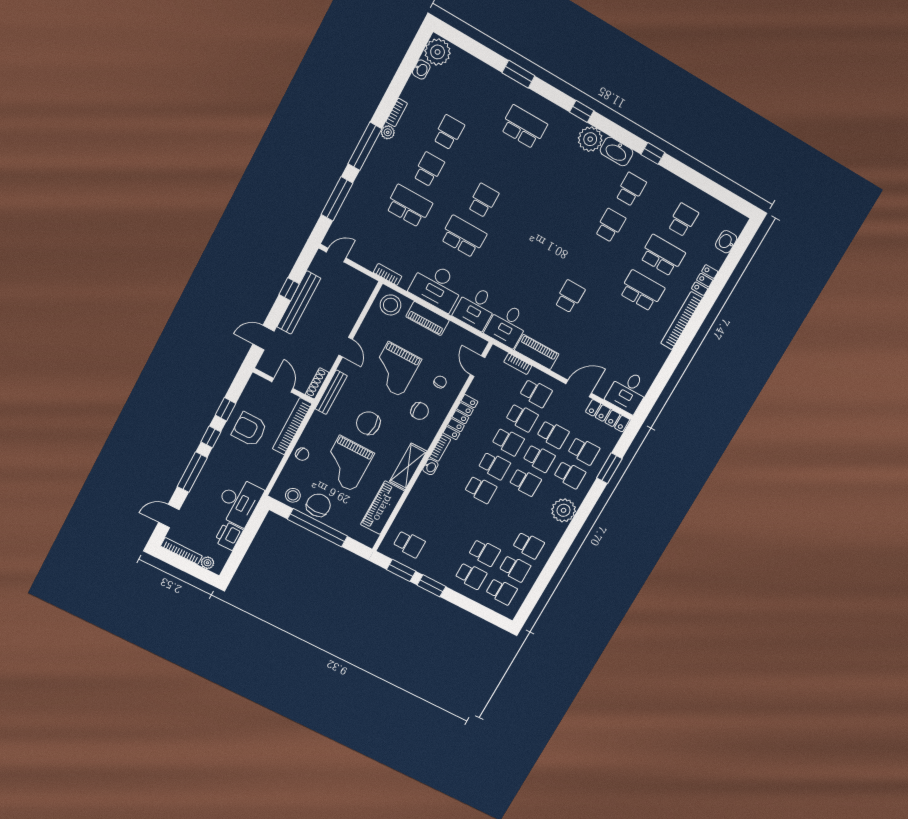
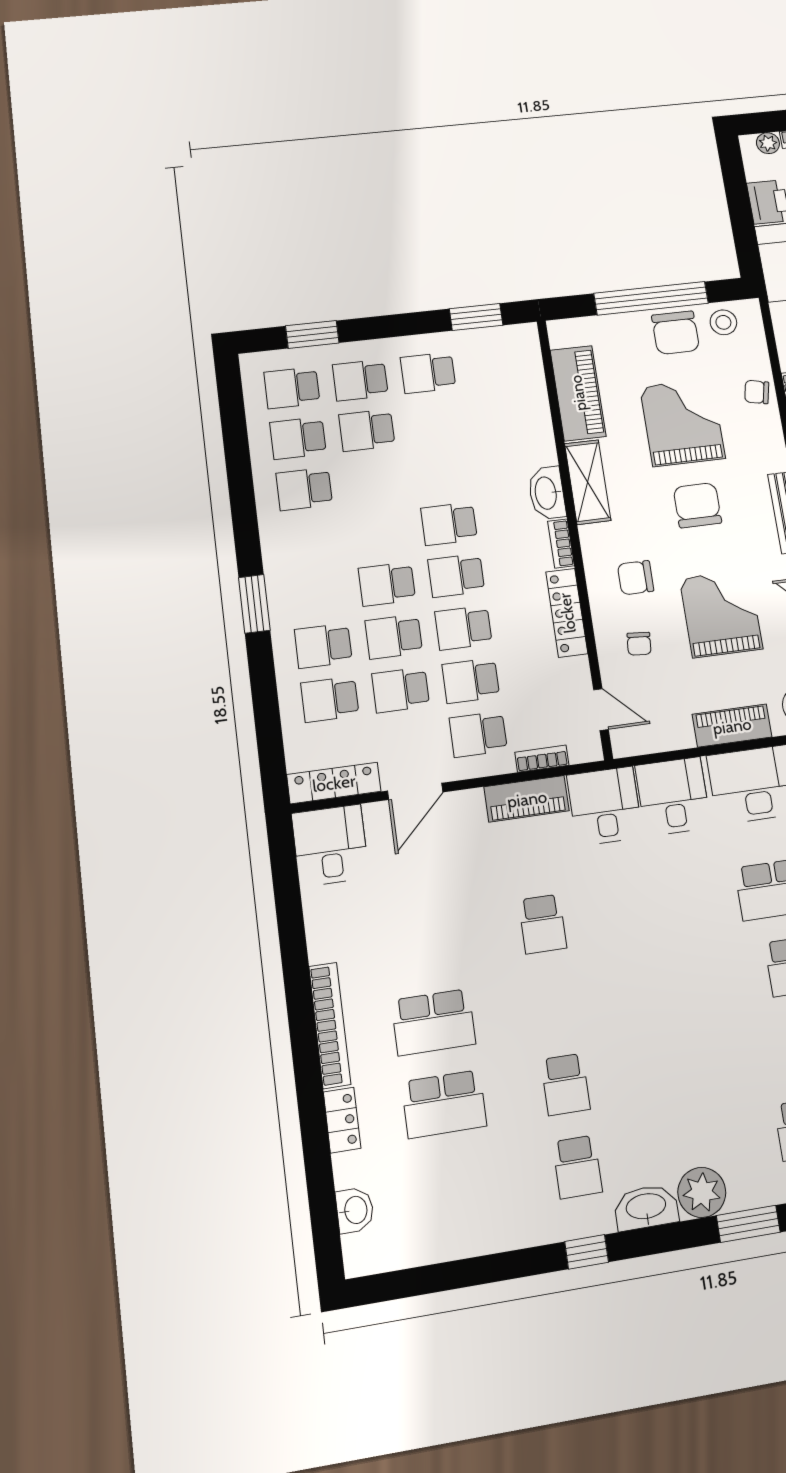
window: (582, 111) -> (748, 1224), width x1.50
school desk: (683, 220) -> (455, 1187), removed
chair: (368, 423) -> (697, 505), turned -90
washbasin: (430, 467) -> (547, 493), width x1.91, depth x1.45
window: (609, 468) -> (254, 604), moved
plant: (564, 510) -> (289, 583), removed
school desk: (409, 544) -> (428, 373), moved
window: (431, 586) -> (312, 334), moved

